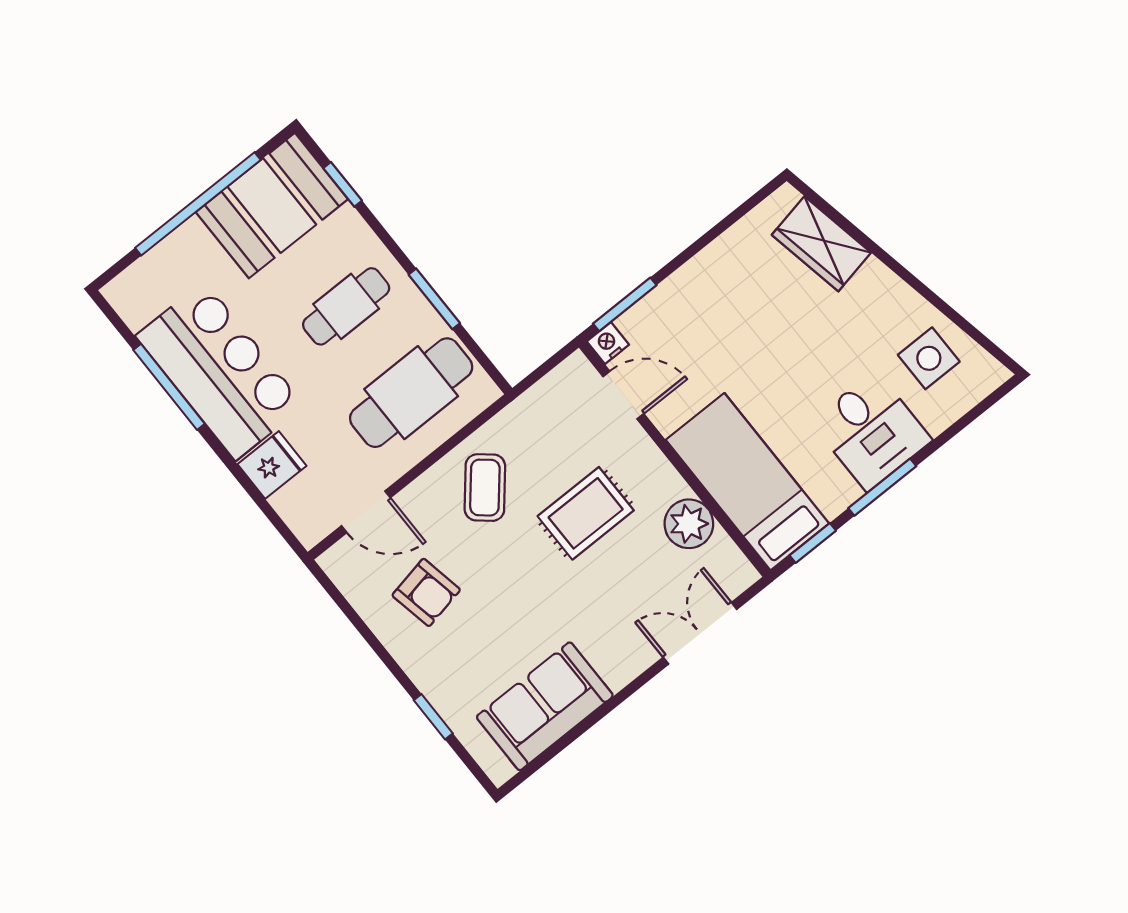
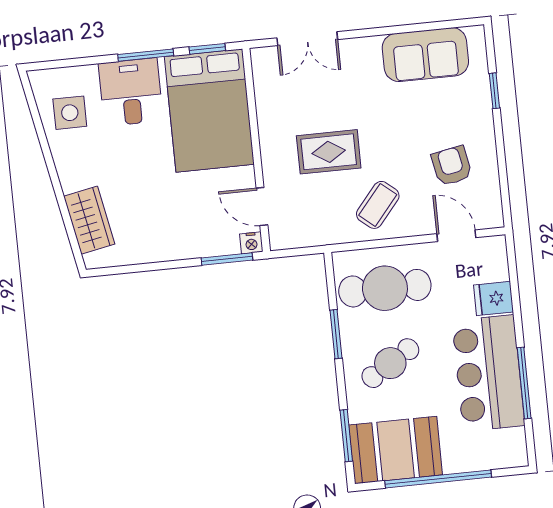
window: (343, 184) -> (346, 436), width x1.50
cafe table: (346, 306) -> (390, 363), turned -32
bed: (747, 482) -> (209, 111), width x1.50
plant: (689, 524) -> (272, 107), removed

